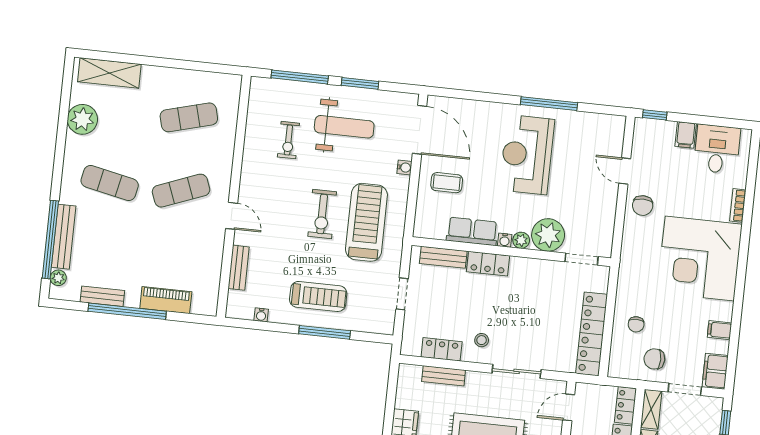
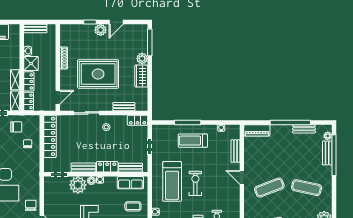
row of seats: (472, 231) -> (130, 183), moved
bench: (64, 237) -> (327, 153), width x0.73
bench: (534, 267) -> (83, 168), added
piano: (166, 300) -> (257, 130), moved
locker: (442, 349) -> (138, 120), moved

